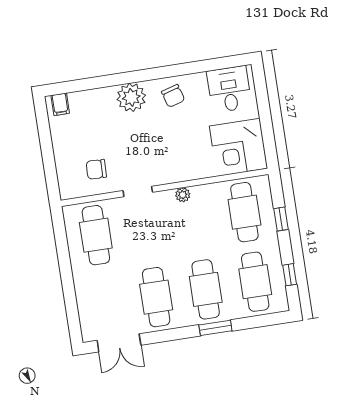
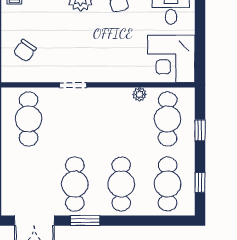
chair: (96, 169) -> (25, 50), moved, turned -56
plant: (183, 195) -> (139, 94), moved
window: (215, 328) -> (85, 221), moved

